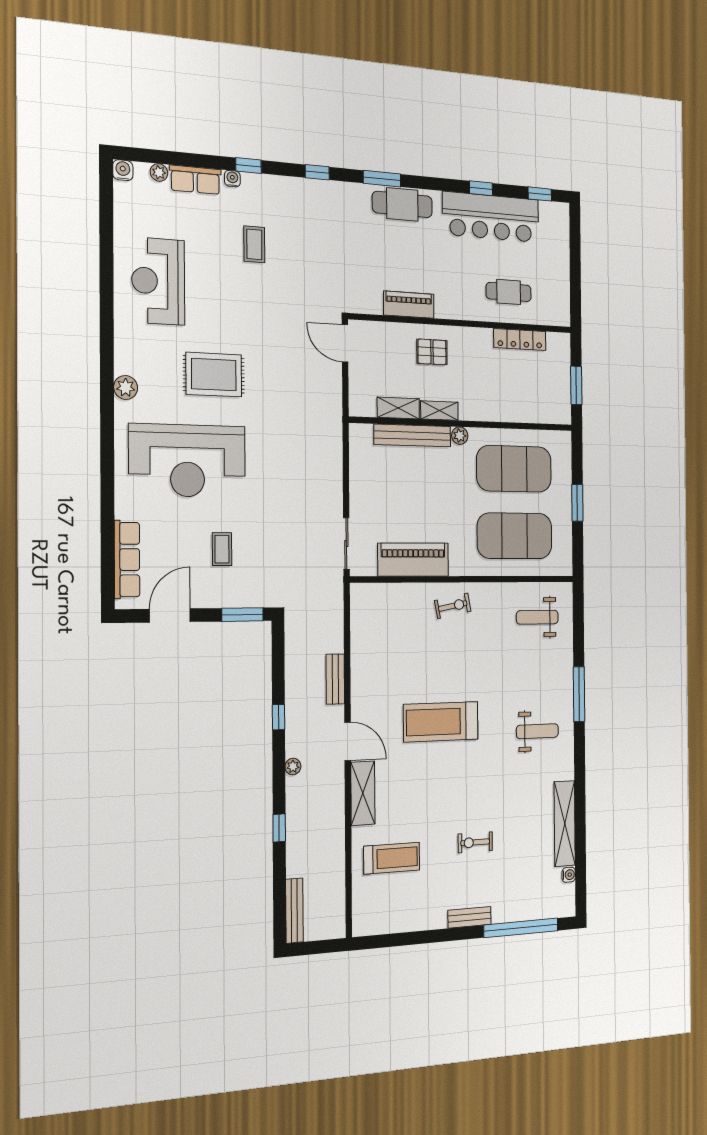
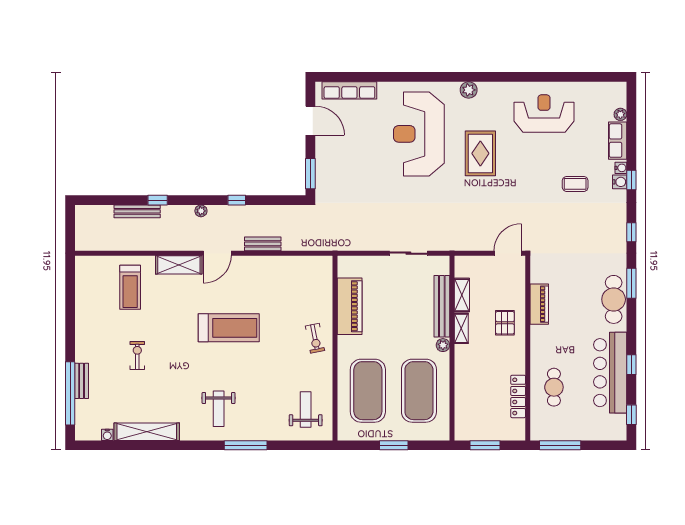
water cooler: (123, 170) -> (620, 182), moved
window: (575, 289) -> (560, 445), added
sliding door: (346, 543) -> (408, 253), moved
coffee table: (222, 549) -> (357, 159), removed
treadmill: (441, 722) -> (229, 328), turned 90
bench: (294, 911) -> (137, 211), moved
bench: (470, 917) -> (82, 381), moved

